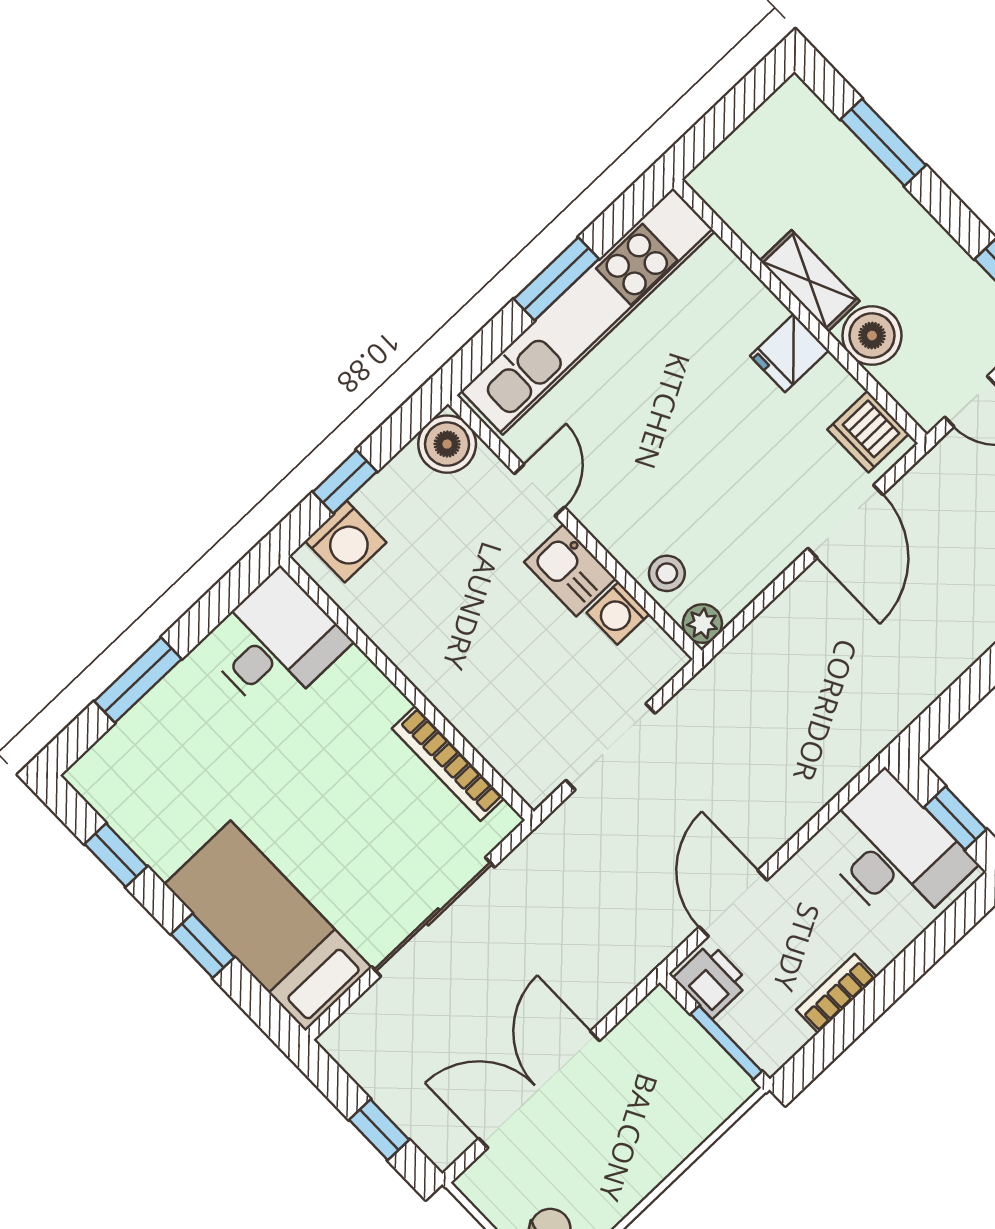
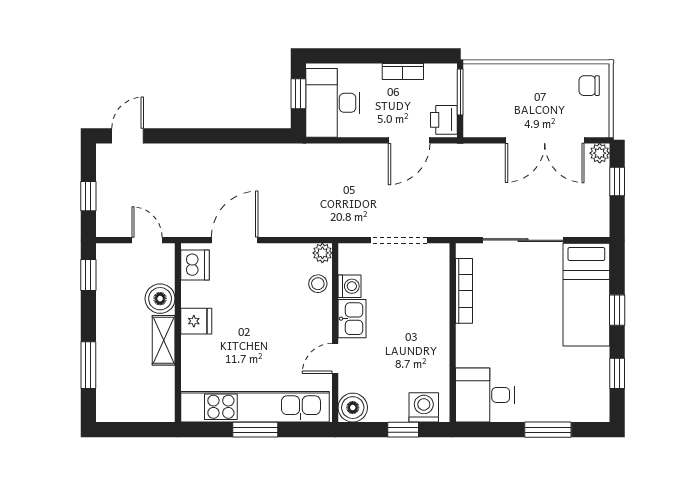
plant: (443, 1146) -> (600, 153), added

